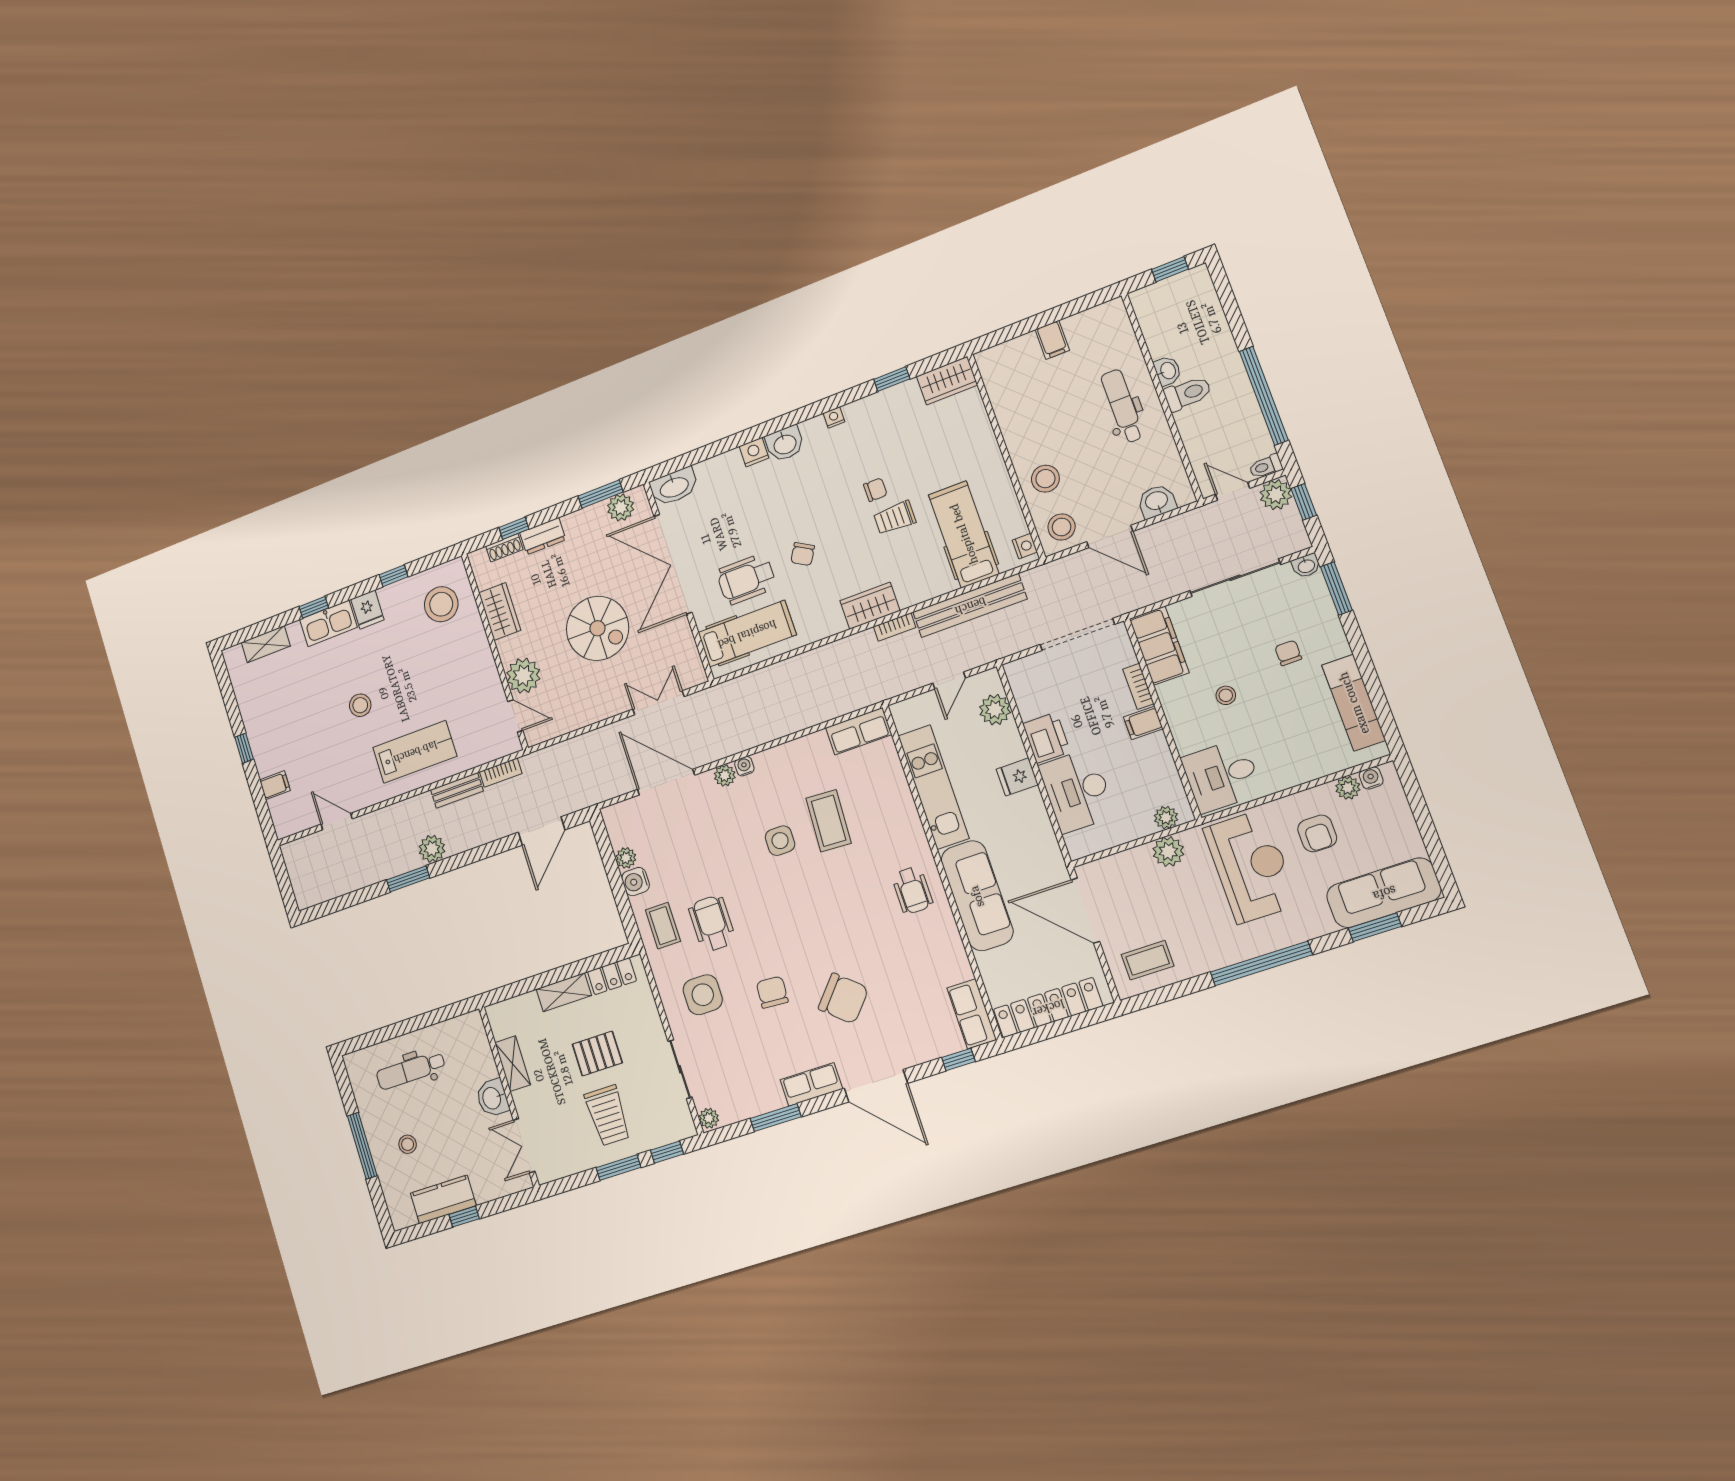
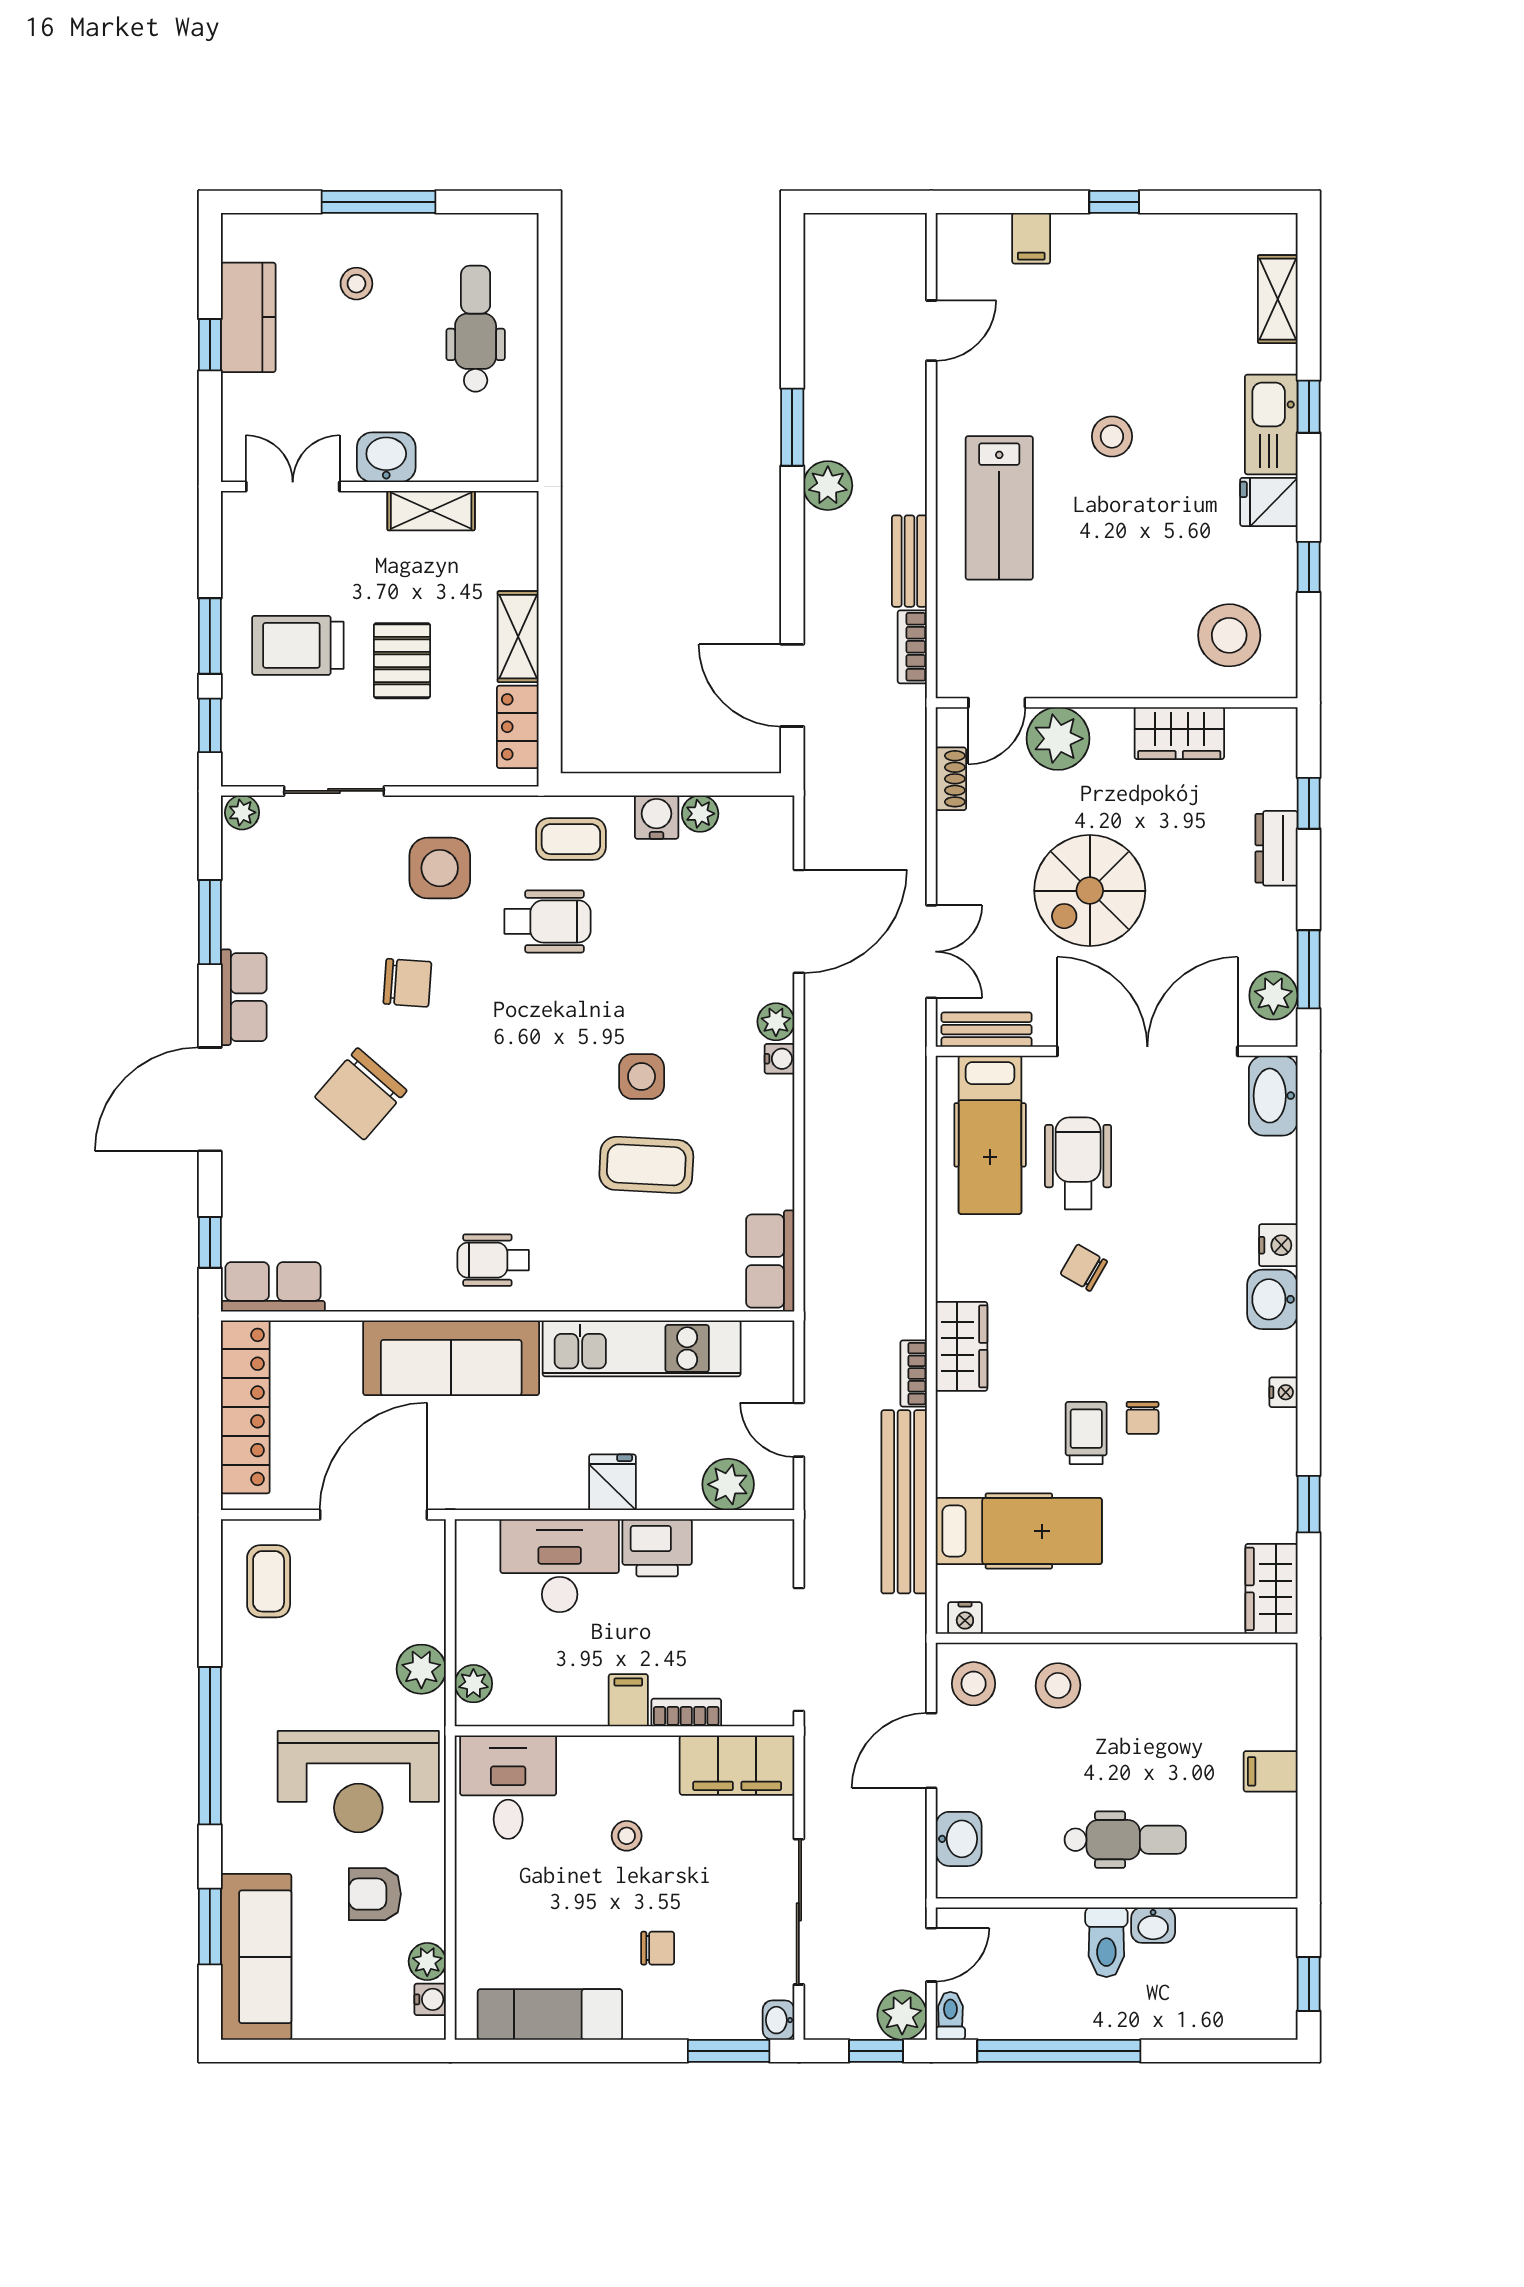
shoe rack: (504, 548) -> (951, 779), moved, turned 180
bench: (690, 657) -> (987, 1030), added

